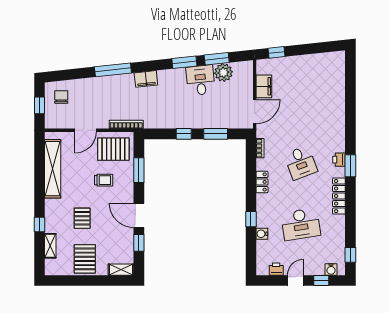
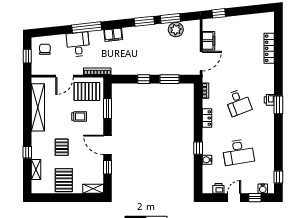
desk: (201, 80) -> (78, 44), moved
locker: (339, 196) -> (269, 48), moved

